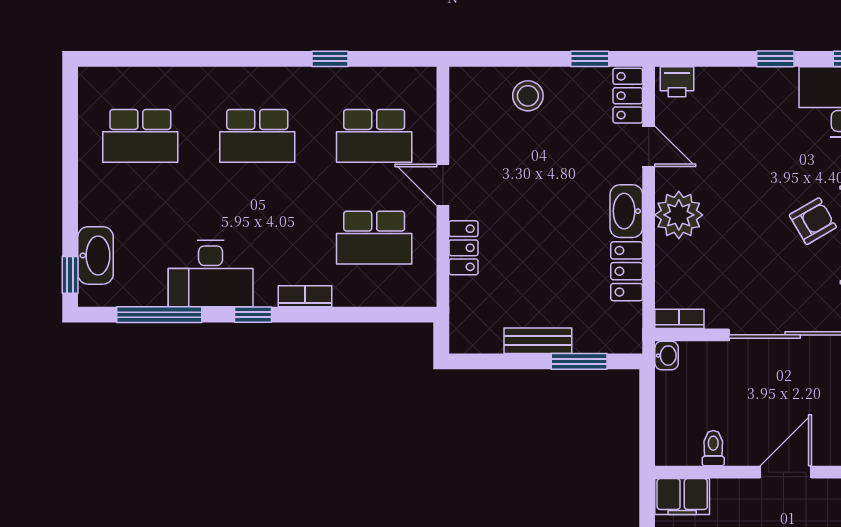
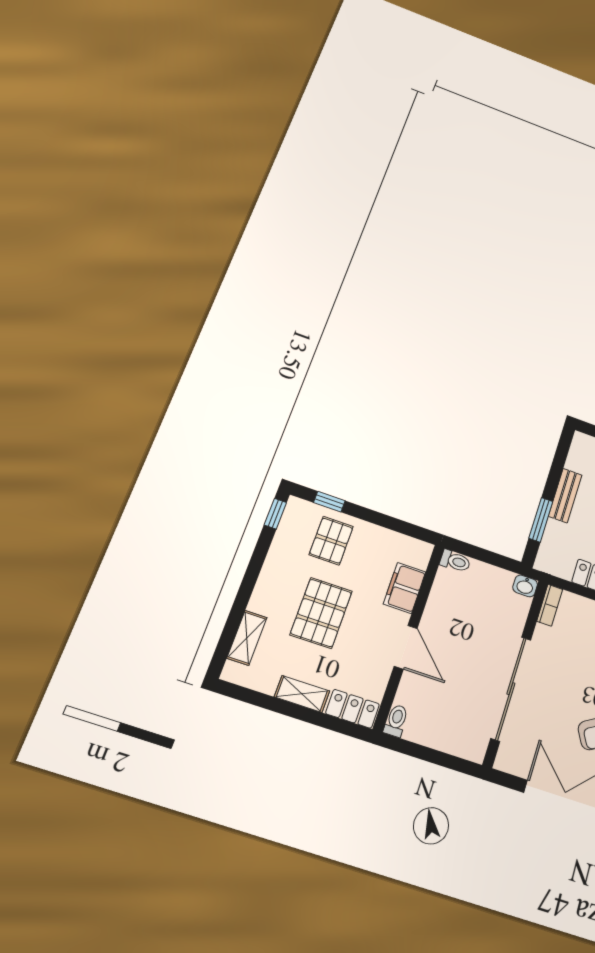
toilet: (713, 448) -> (455, 561), moved
filing cabinet: (682, 497) -> (405, 588), moved

